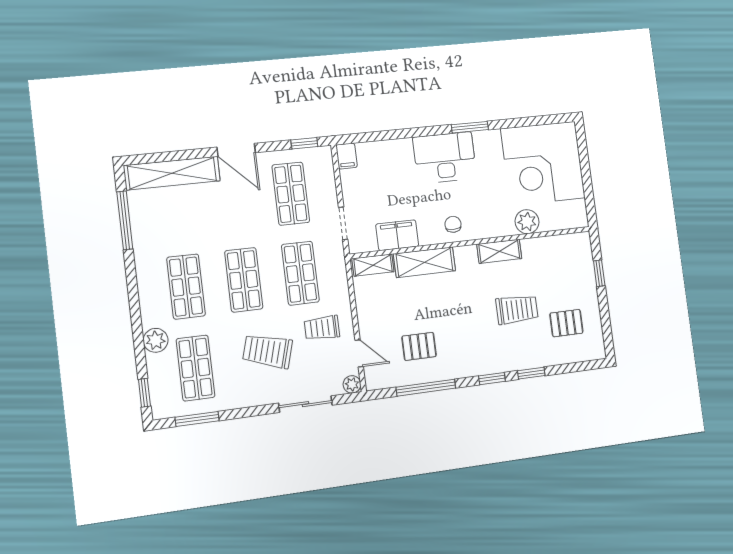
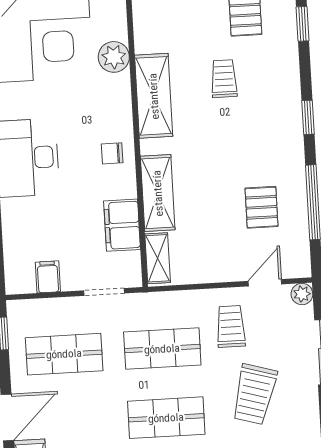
filing cabinet: (347, 156) -> (48, 277), moved, turned -90
shelving: (499, 251) -> (154, 96), width x1.50, depth x1.33
trolley: (517, 309) -> (224, 79), width x0.73, depth x0.72
trolley: (322, 328) -> (231, 326), turned 180
window: (531, 373) -> (303, 24), moved

